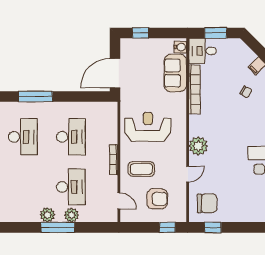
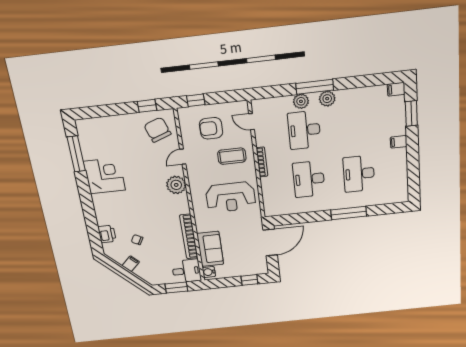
chair: (207, 203) -> (157, 130), turned 70

